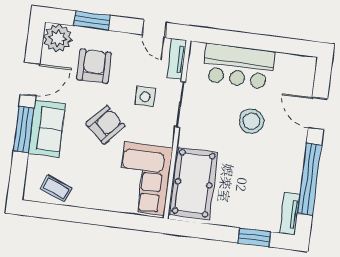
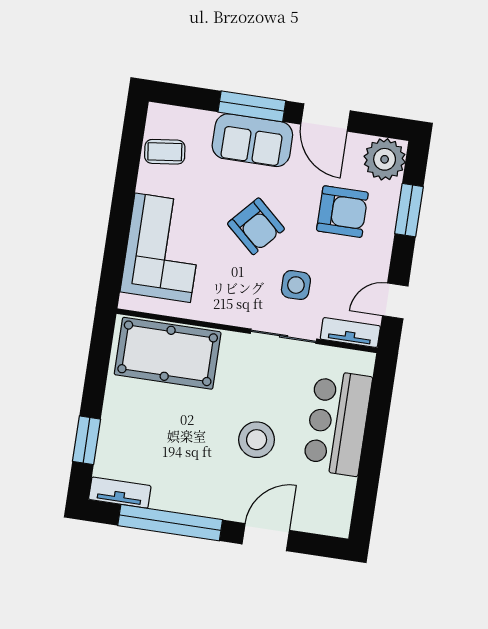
corner sofa: (144, 179) -> (163, 248), moved, turned 90
coffee table: (56, 188) -> (165, 152), turned 61

